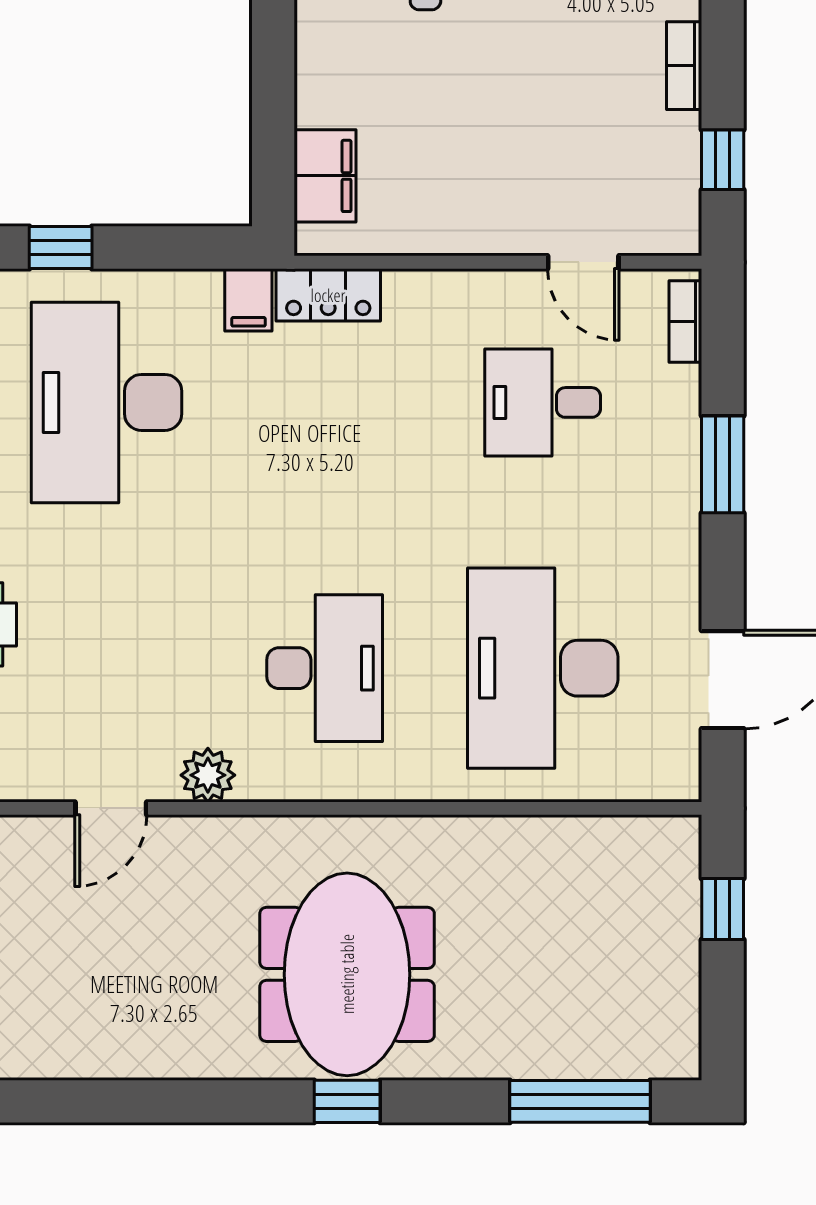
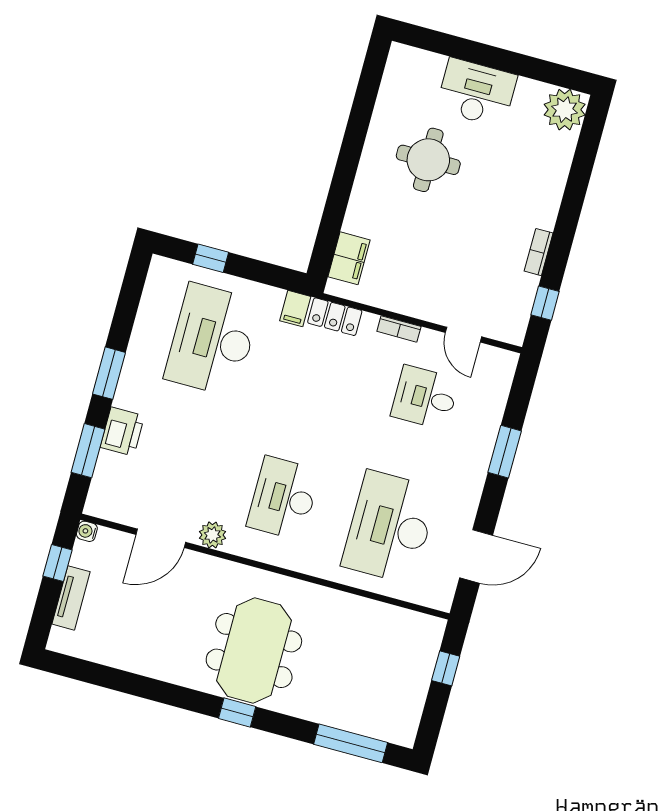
bookcase: (685, 321) -> (399, 329), moved, turned -90
desk: (325, 668) -> (284, 498), turned 180
door: (111, 808) -> (161, 538), width x1.38

